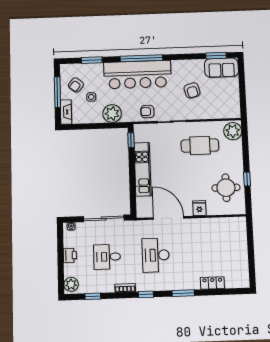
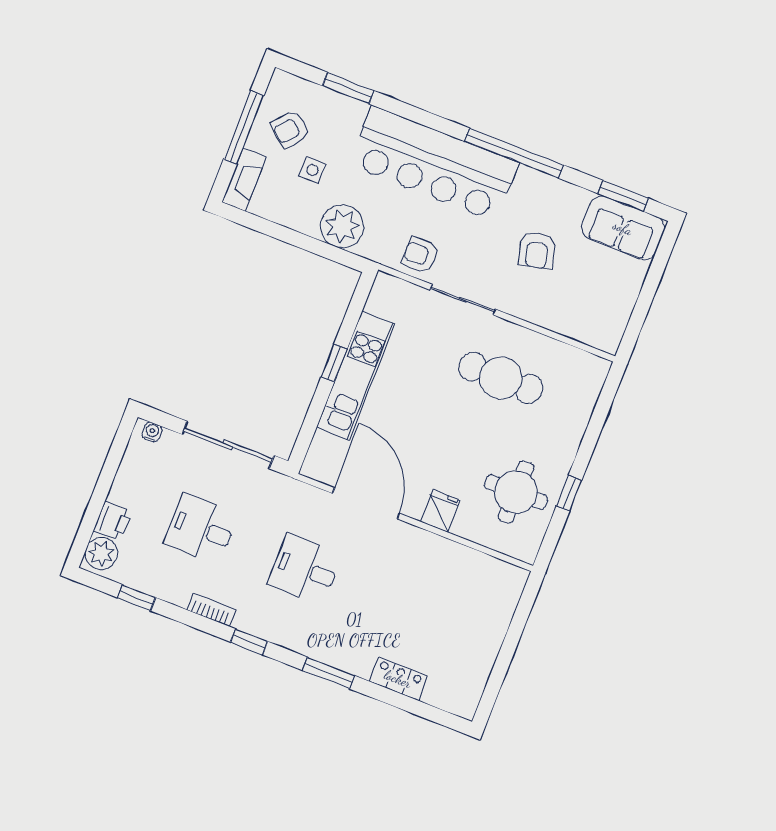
window: (141, 58) -> (514, 153), moved
plant: (233, 131) -> (585, 377), removed
window: (131, 140) -> (334, 363), moved
printer: (70, 255) -> (113, 521), moved
desk: (156, 255) -> (305, 569), width x0.73

